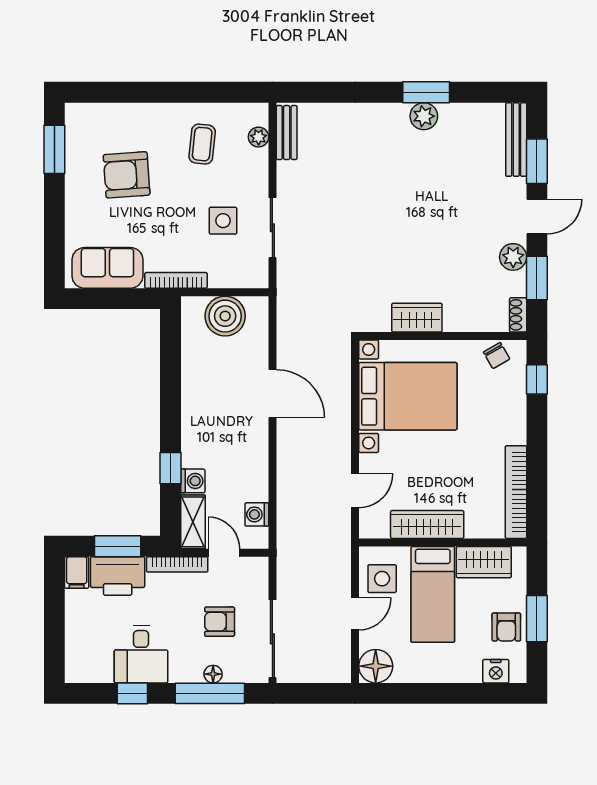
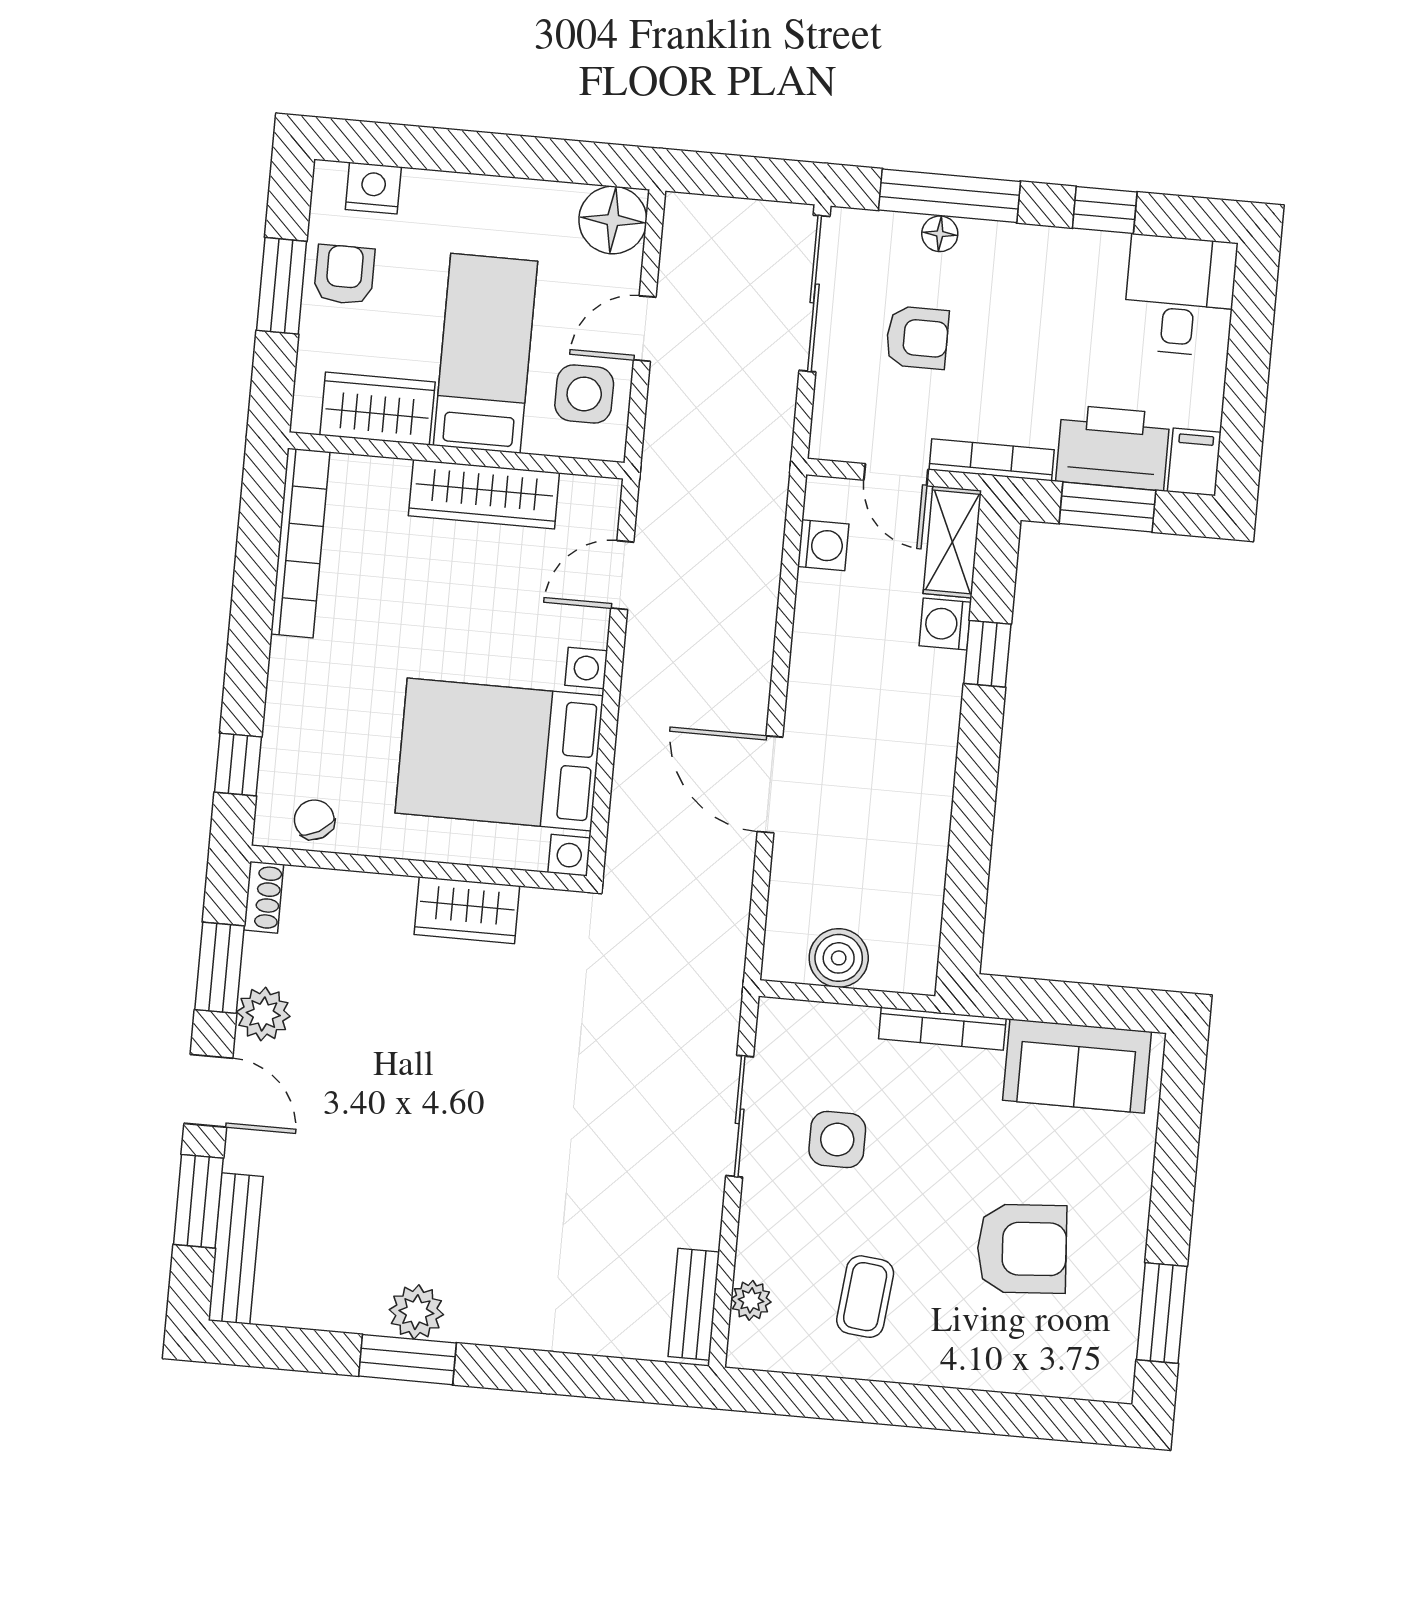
door: (537, 216) -> (208, 1091), swing flipped
boiler: (225, 316) -> (839, 958), width x0.73, depth x0.73
desk: (141, 654) -> (1180, 295), moved

